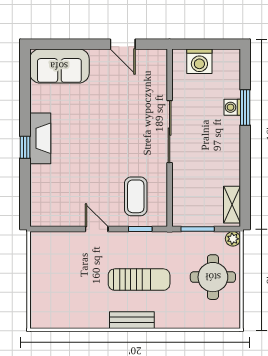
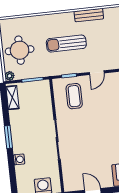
window: (245, 107) -> (8, 137), moved
door: (97, 229) -> (97, 73), hinge flipped
bench: (132, 320) -> (89, 15), moved

